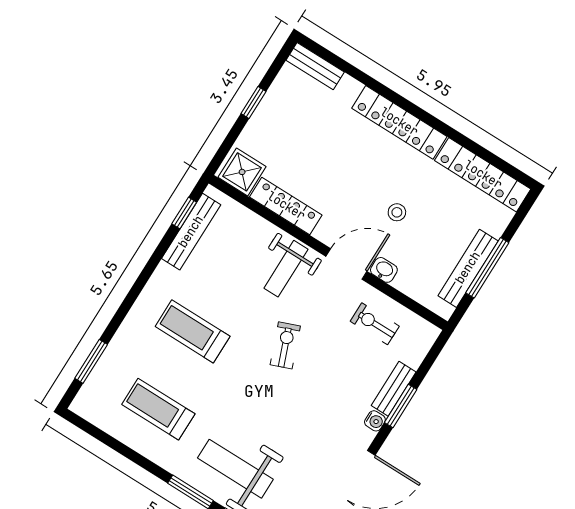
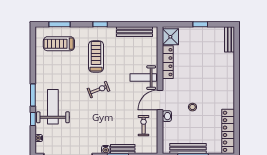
locker: (399, 122) -> (228, 86), removed
window: (184, 213) -> (100, 24), moved
door: (346, 264) -> (160, 100), swing flipped
exercise bike: (285, 345) -> (99, 90), moved
treadmill: (158, 409) -> (59, 44), moved, turned -90

